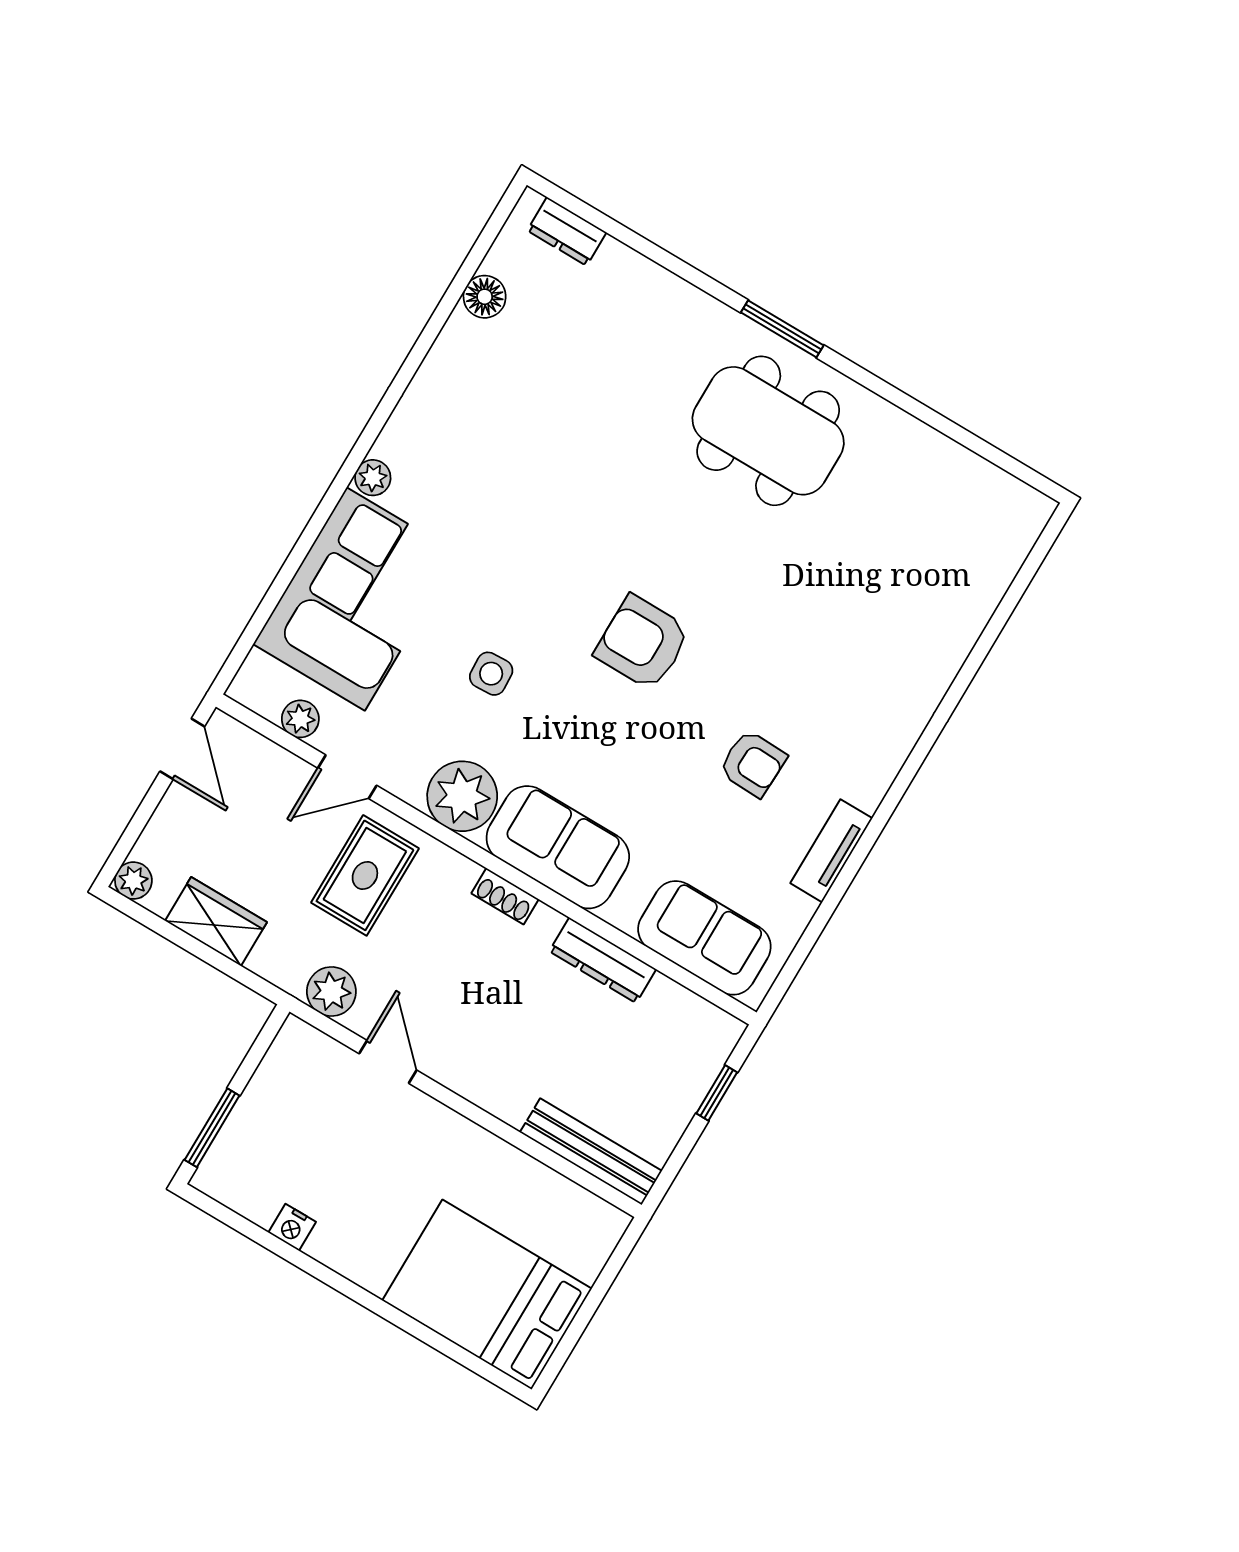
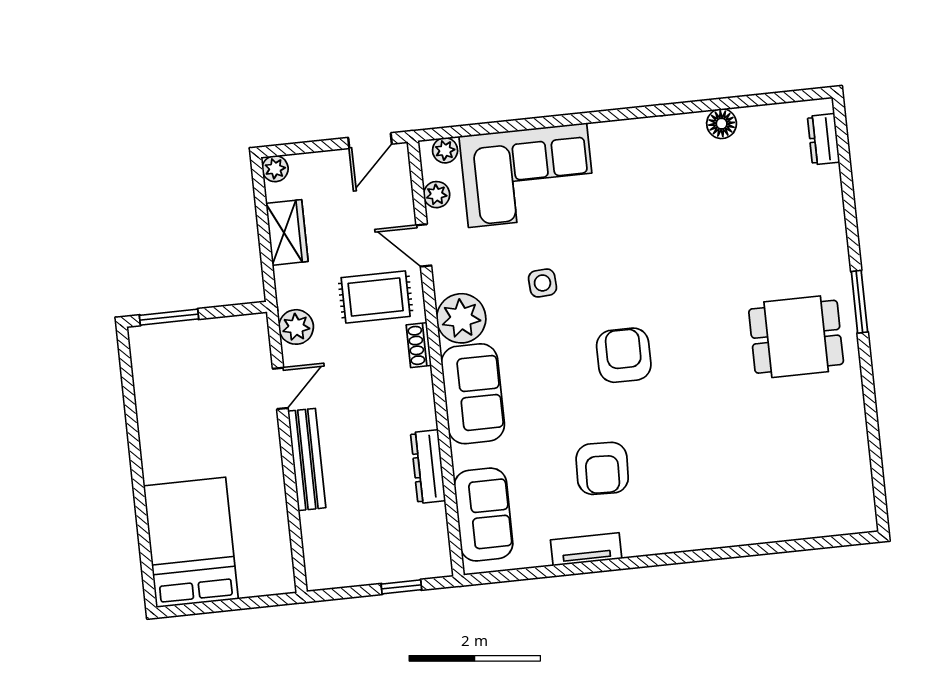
floor lamp: (485, 297) -> (722, 124), moved
dining table: (768, 431) -> (796, 337), width x0.73
plant: (373, 478) -> (445, 150), moved
armchair: (753, 764) -> (602, 468), width x1.38, depth x1.38
shoe rack: (505, 896) -> (419, 345), moved
bench: (591, 1152) -> (307, 459), moved
nightstand: (292, 1227) -> (147, 404), removed

